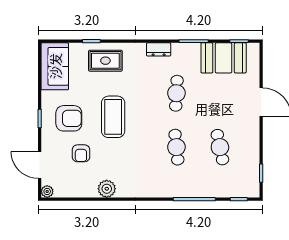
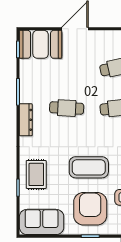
dresser: (159, 49) -> (26, 120), width x1.44
booth: (224, 58) -> (41, 44), moved, turned 90
armchair: (69, 118) -> (90, 209), width x1.36, depth x1.36

